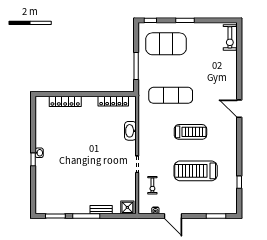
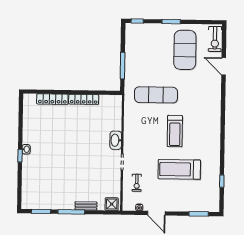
exercise mat: (166, 44) -> (185, 50), moved, turned 90
locker: (113, 101) -> (84, 99), moved
door: (239, 109) -> (224, 66), moved
washbasin: (130, 131) -> (116, 140), moved
treadmill: (190, 132) -> (175, 131), turned 90

